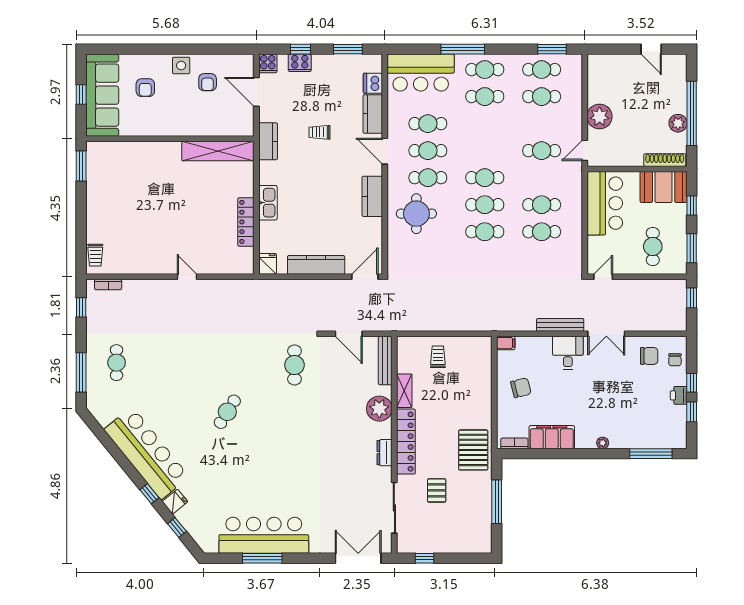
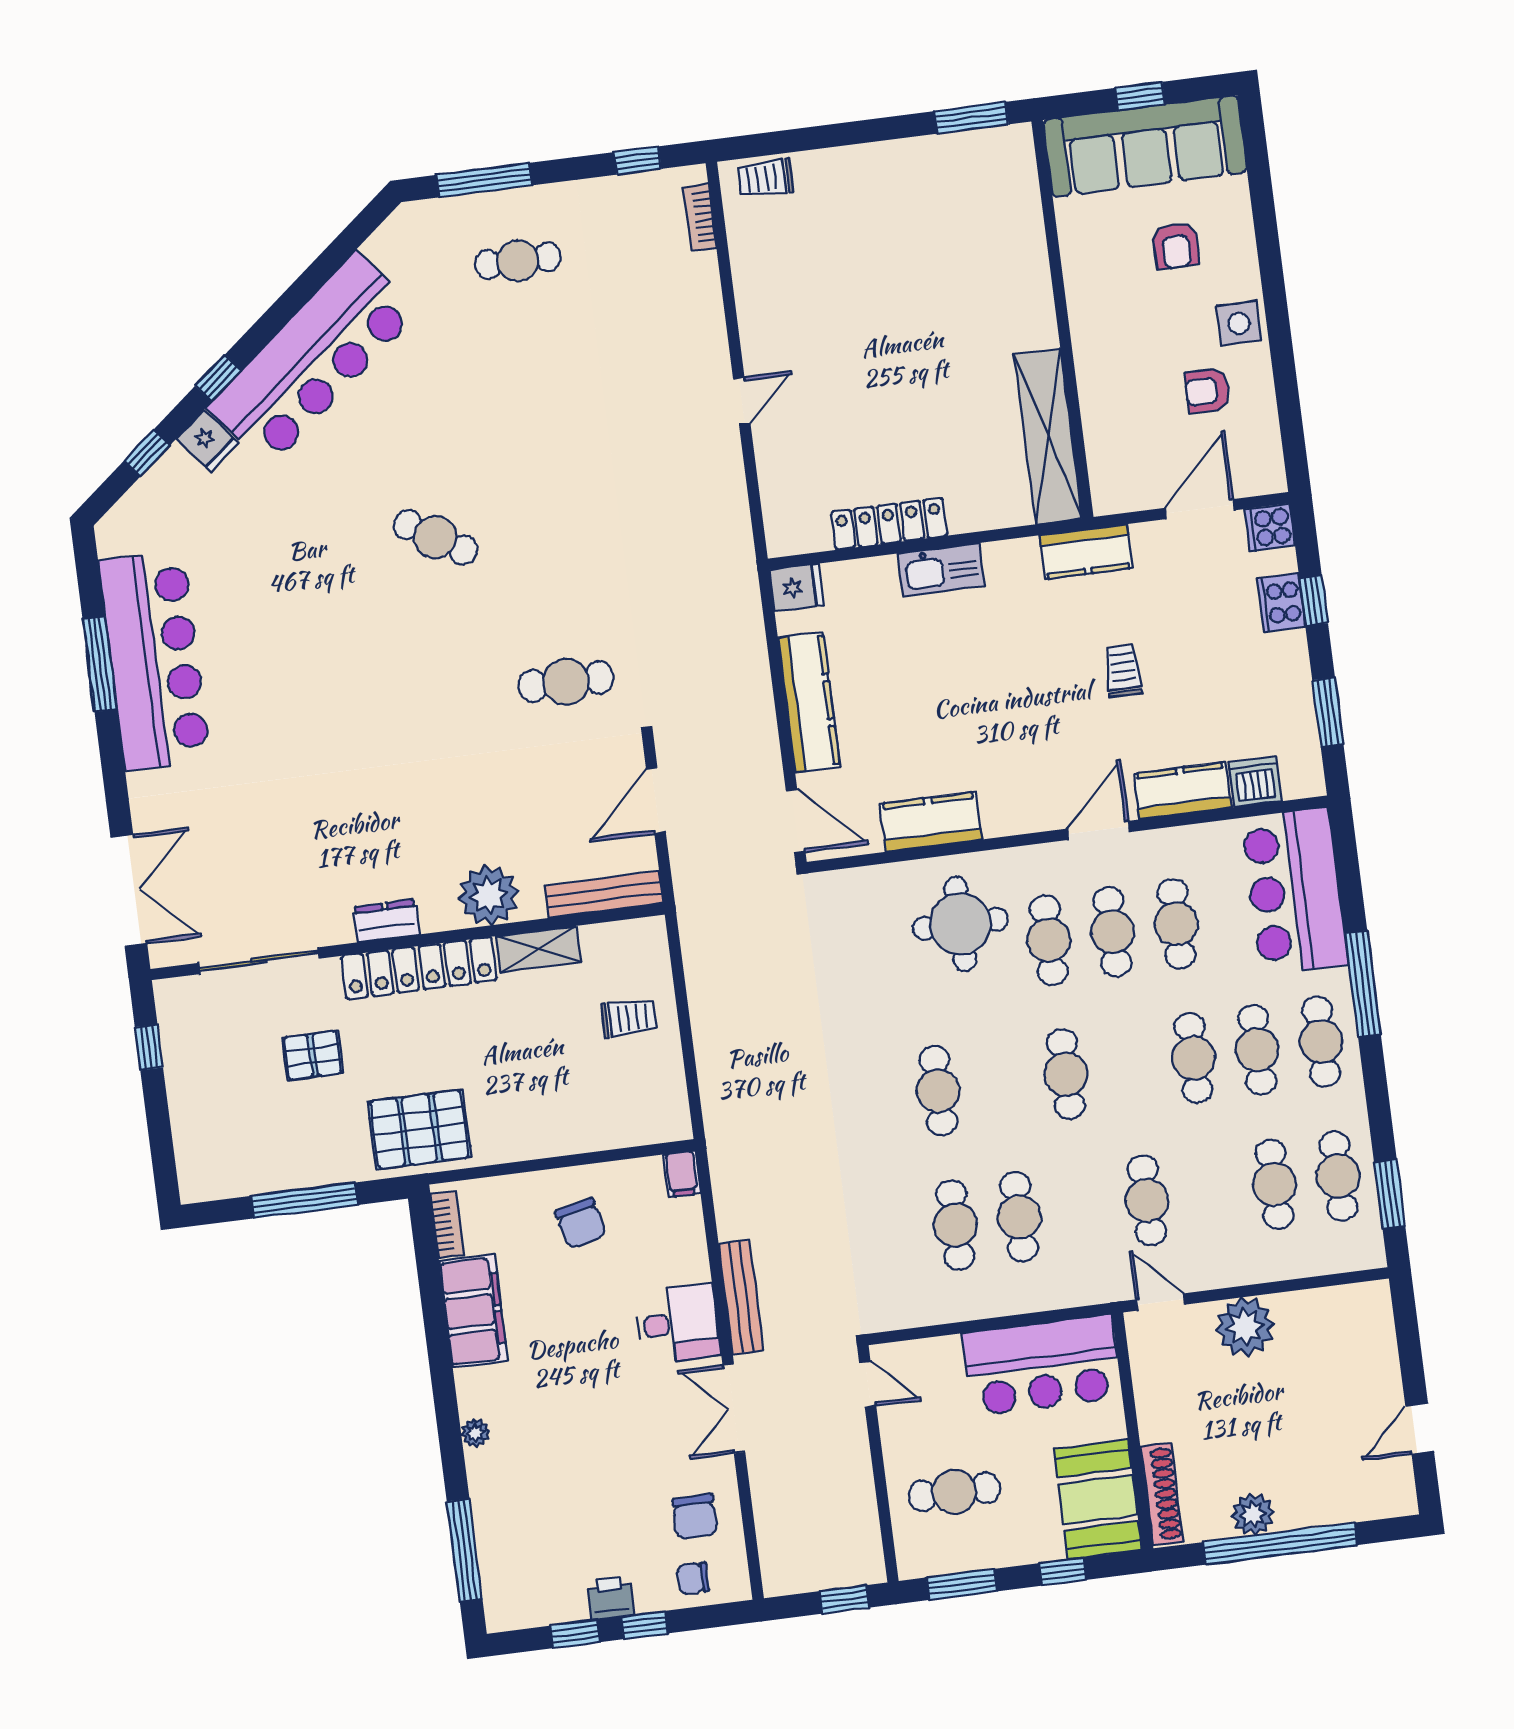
armchair: (145, 88) -> (1176, 246), turned -90
kitchen counter: (372, 196) -> (931, 822), moved
cafe table: (485, 205) -> (1193, 1058), moved

